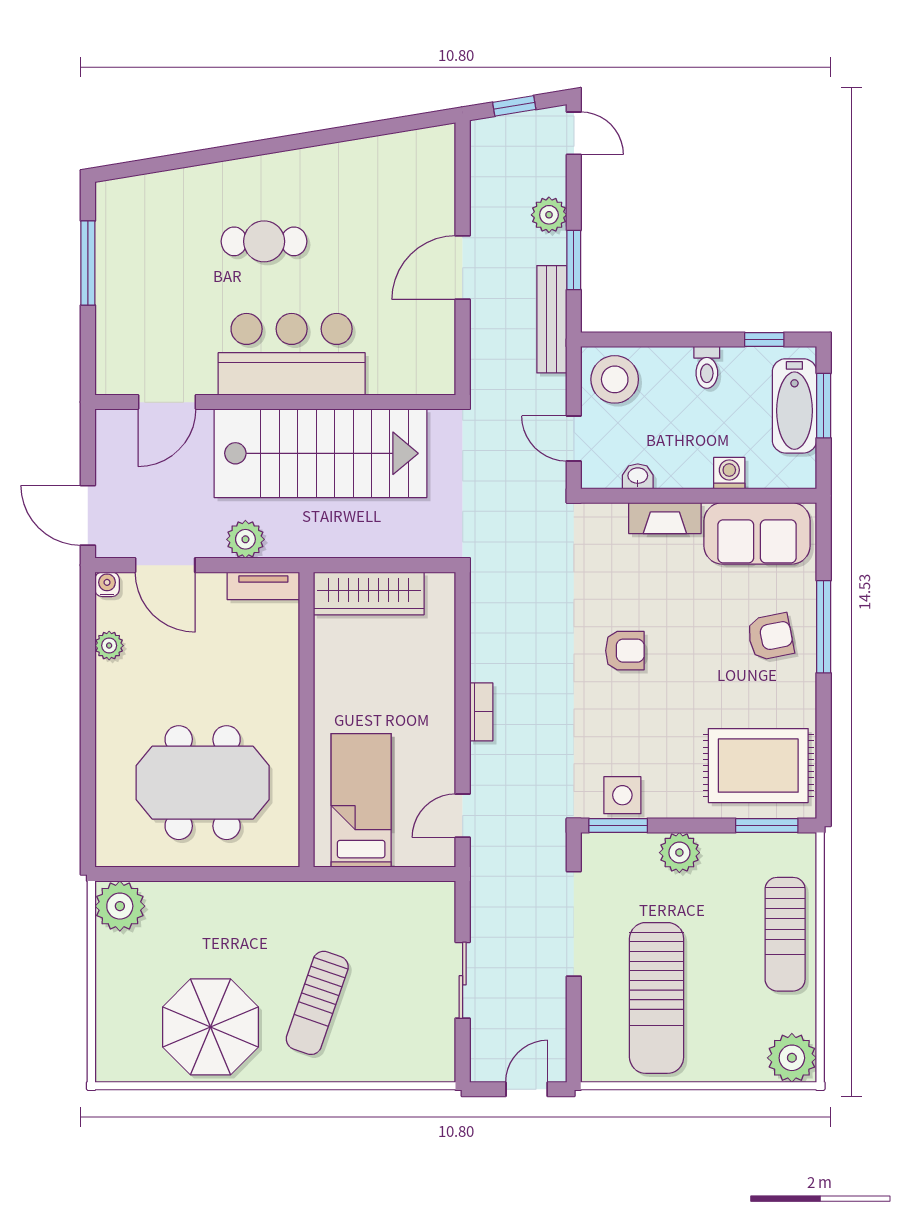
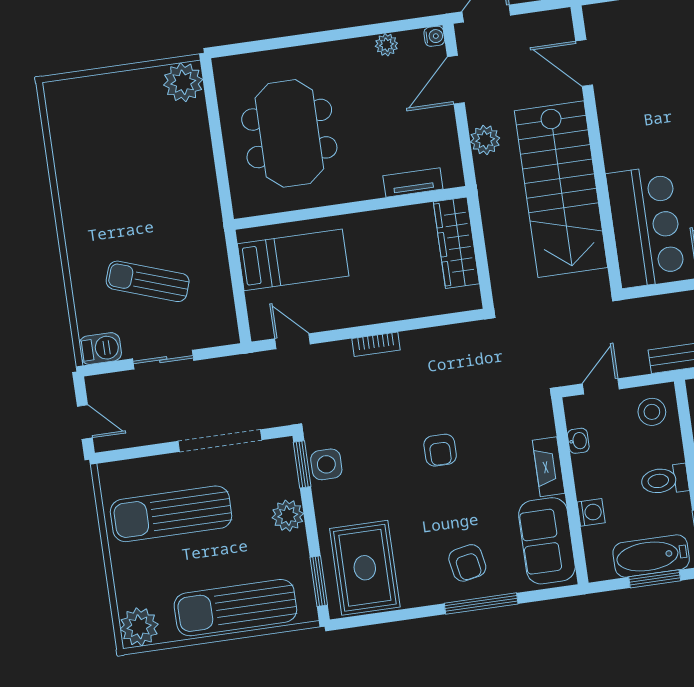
bar counter: (292, 354) -> (646, 227), moved
toilet: (707, 367) -> (665, 480), width x1.37, depth x1.39
stool: (615, 379) -> (652, 412), width x0.73, depth x0.73
tv unit: (263, 586) -> (413, 182), moved, turned 90
sun lounger: (785, 934) -> (235, 608), width x1.36, depth x1.34
sun lounger: (317, 1003) -> (148, 281), moved
parasol: (211, 1027) -> (98, 167), removed
barbecue: (438, 1057) -> (100, 349), added

